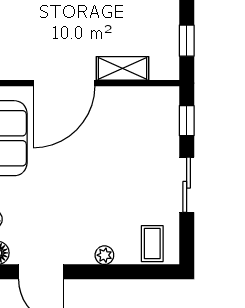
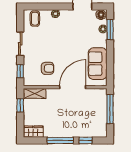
shelving: (123, 68) -> (35, 93), moved
armchair: (123, 127) -> (48, 68), added

